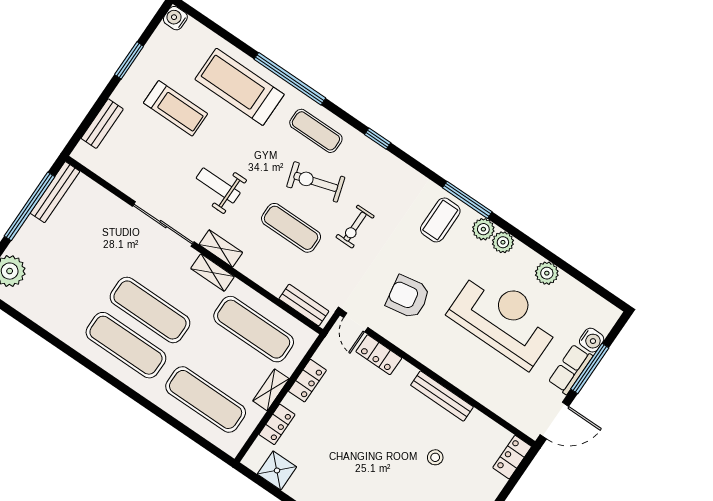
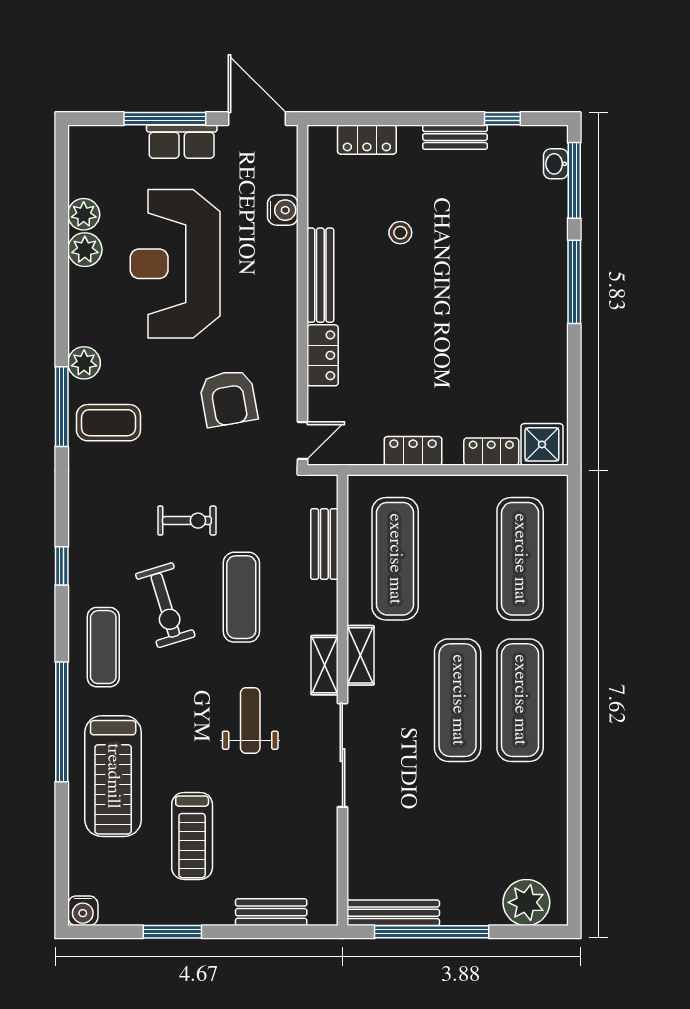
treadmill: (175, 108) -> (192, 836), turned 180
weight bench: (218, 185) -> (250, 720), turned 180
plant: (503, 242) -> (84, 214), moved
bench: (304, 305) -> (324, 544), moved
water cooler: (592, 340) -> (283, 210), moved, turned 90
locker: (379, 355) -> (323, 355), moved
shelving: (271, 390) -> (454, 488), removed
locker: (512, 457) -> (367, 140), moved
shower: (277, 470) -> (542, 444), moved

